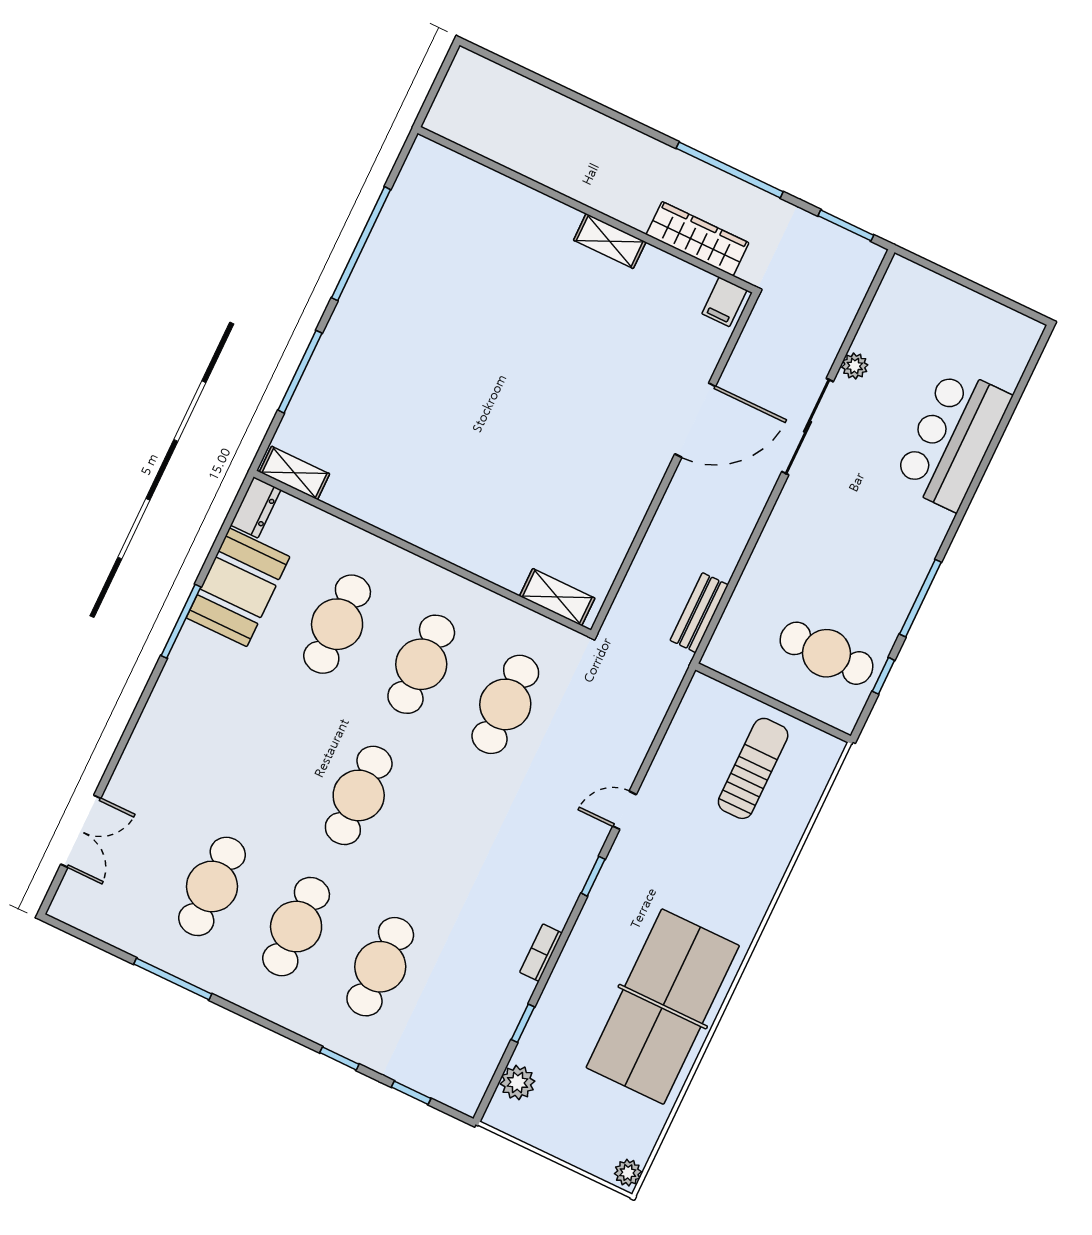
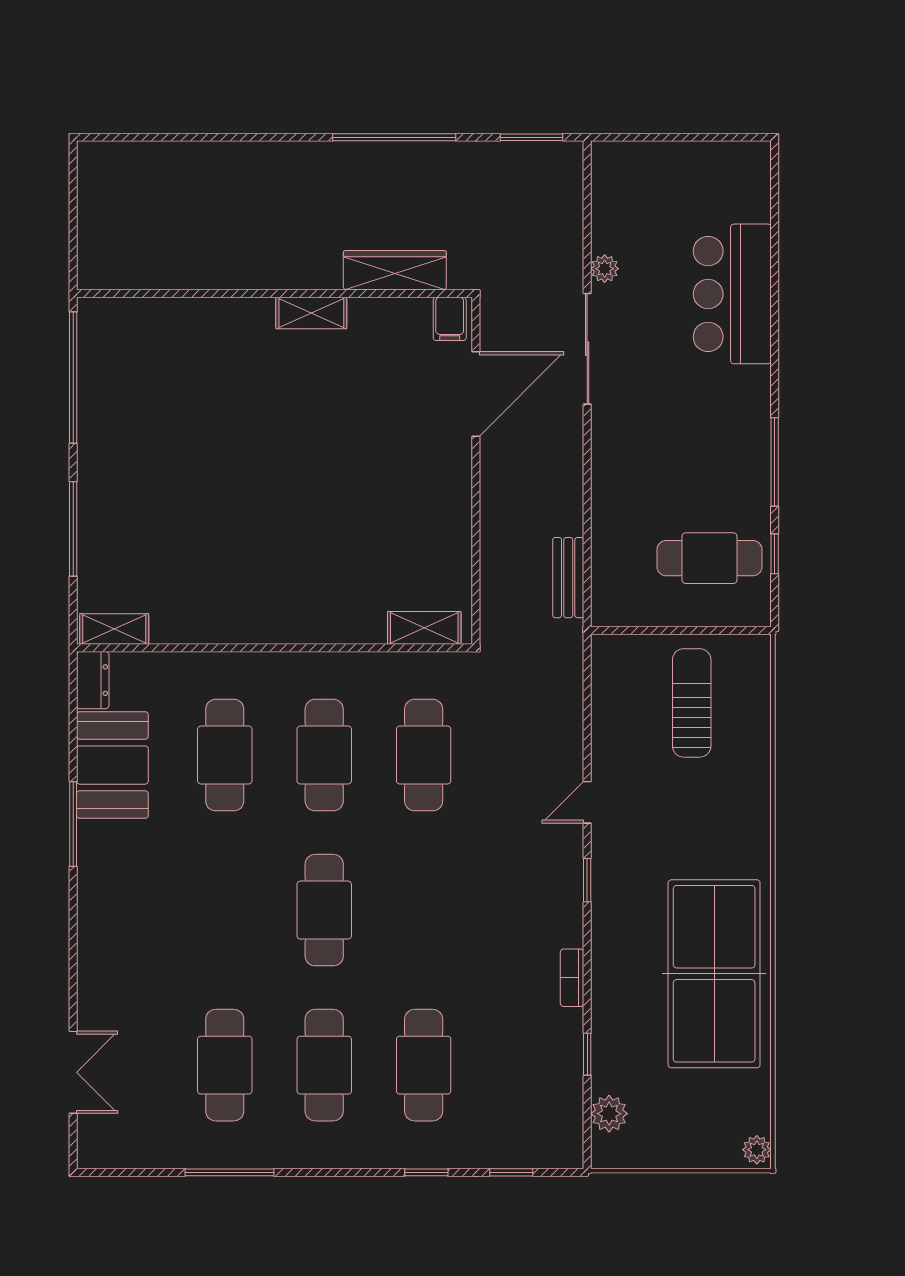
wall: (586, 210) -> (274, 294), moved
wardrobe: (698, 239) -> (395, 270), moved
shelving: (610, 241) -> (311, 313), moved
filing cabinet: (724, 302) -> (450, 319), moved

